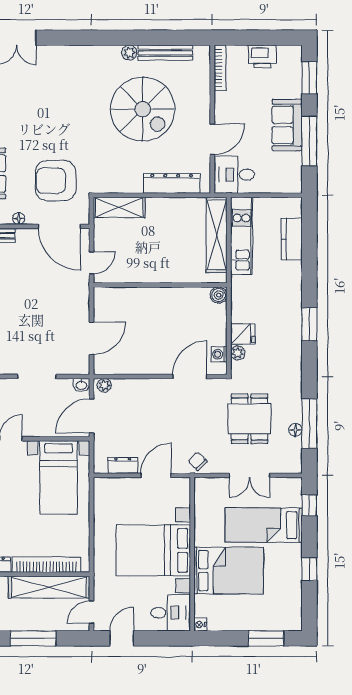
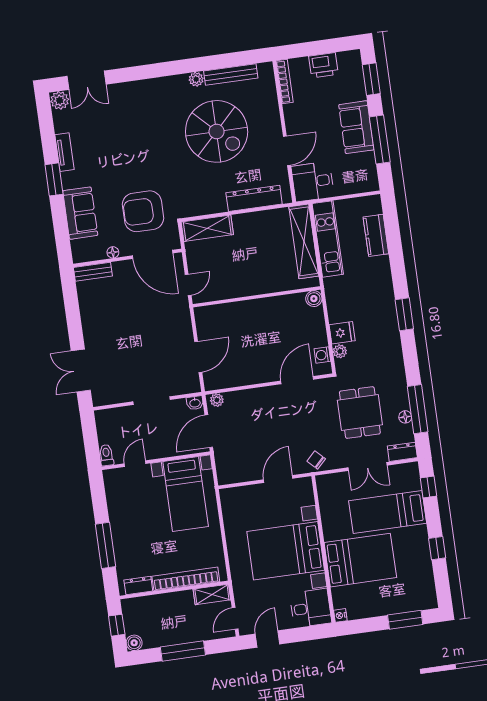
dresser: (123, 465) -> (402, 452), moved
shelving: (49, 587) -> (212, 594), width x0.45, depth x0.75

